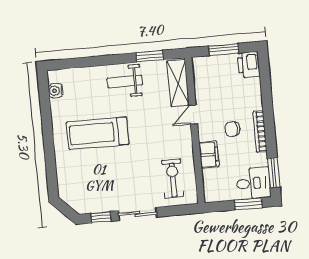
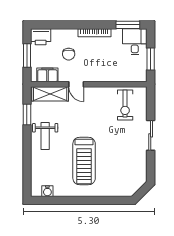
chair: (232, 129) -> (69, 54), moved
filing cabinet: (209, 155) -> (47, 75), moved
exercise bike: (173, 178) -> (125, 105), turned -90
window: (248, 204) -> (151, 59), moved
window: (101, 217) -> (151, 164), removed

